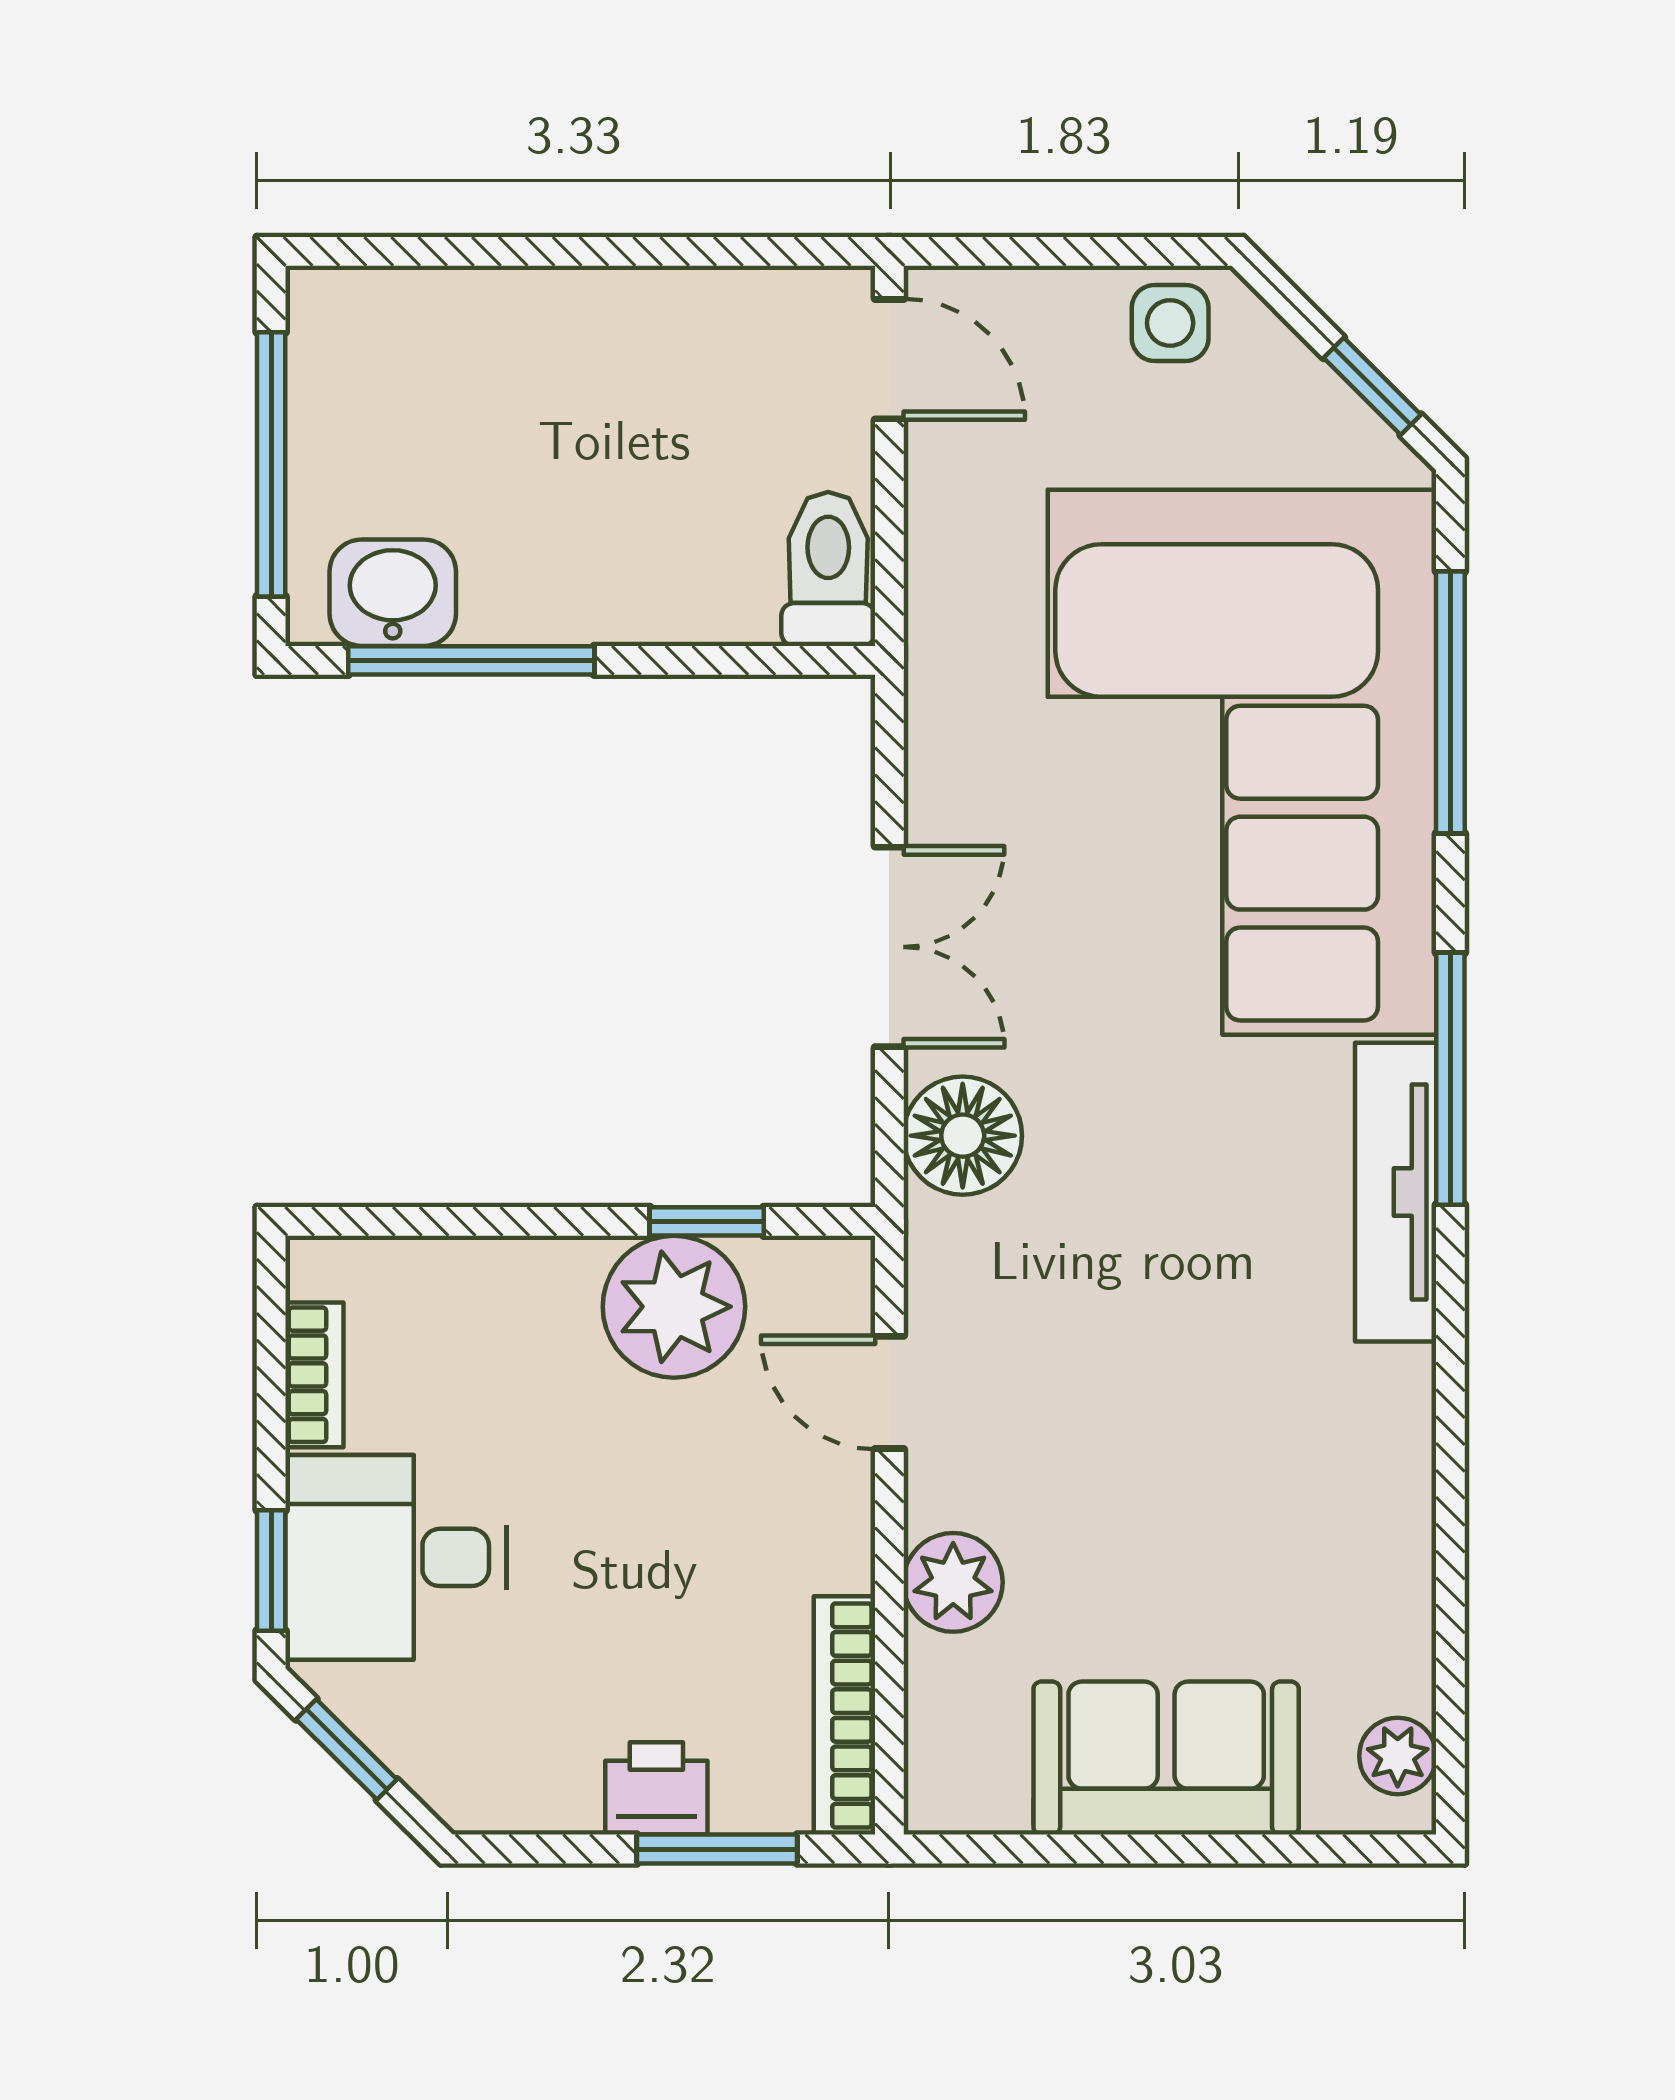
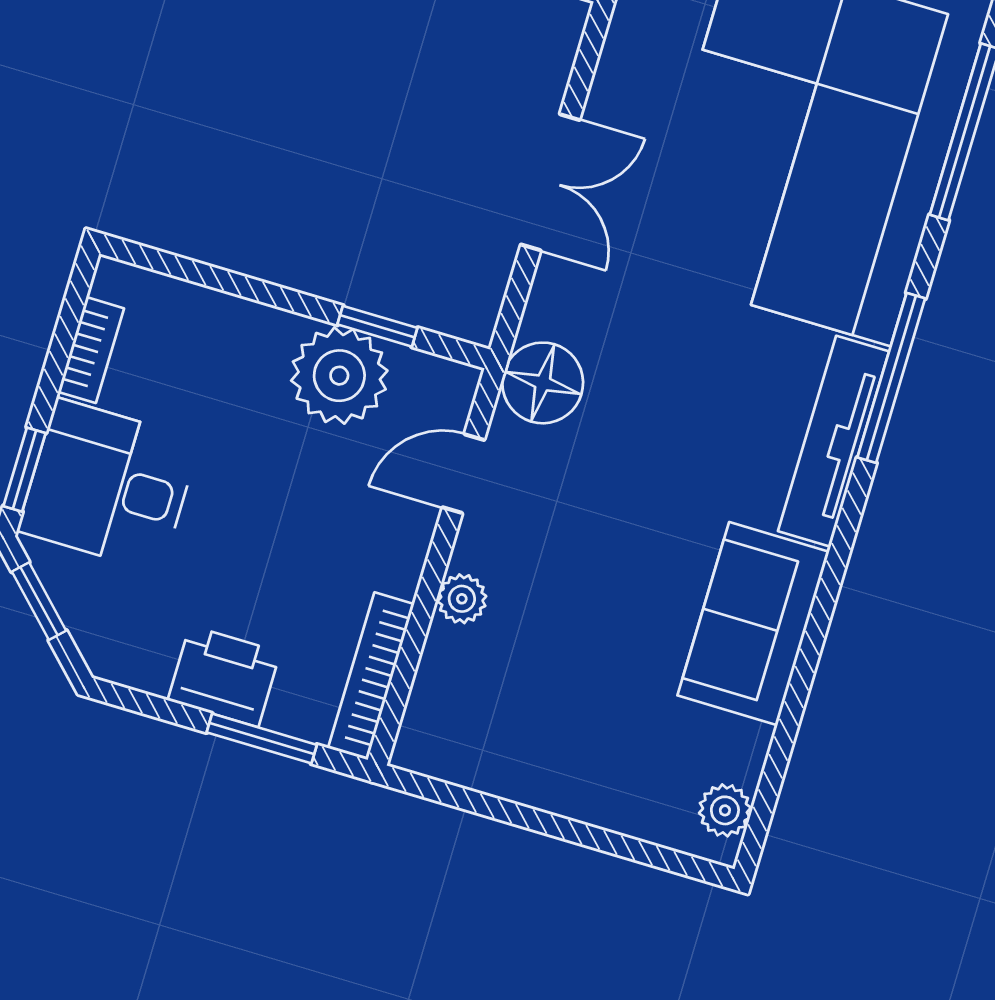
floor lamp: (963, 1136) -> (543, 383), moved
door: (889, 1392) -> (463, 474), hinge flipped
plant: (953, 1582) -> (462, 599), width x0.73, depth x0.73
sofa: (1166, 1758) -> (753, 624), moved, turned -90
printer: (656, 1788) -> (224, 676), width x1.36, depth x1.24

